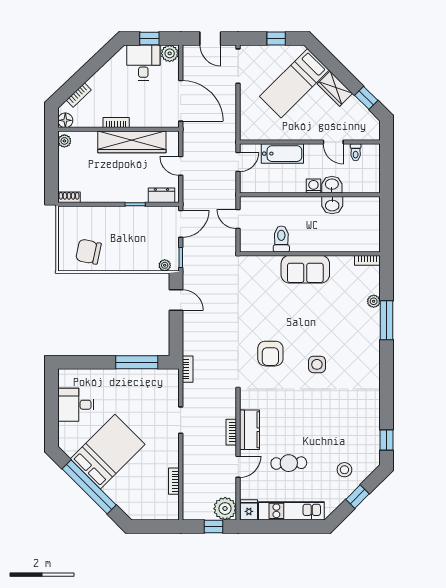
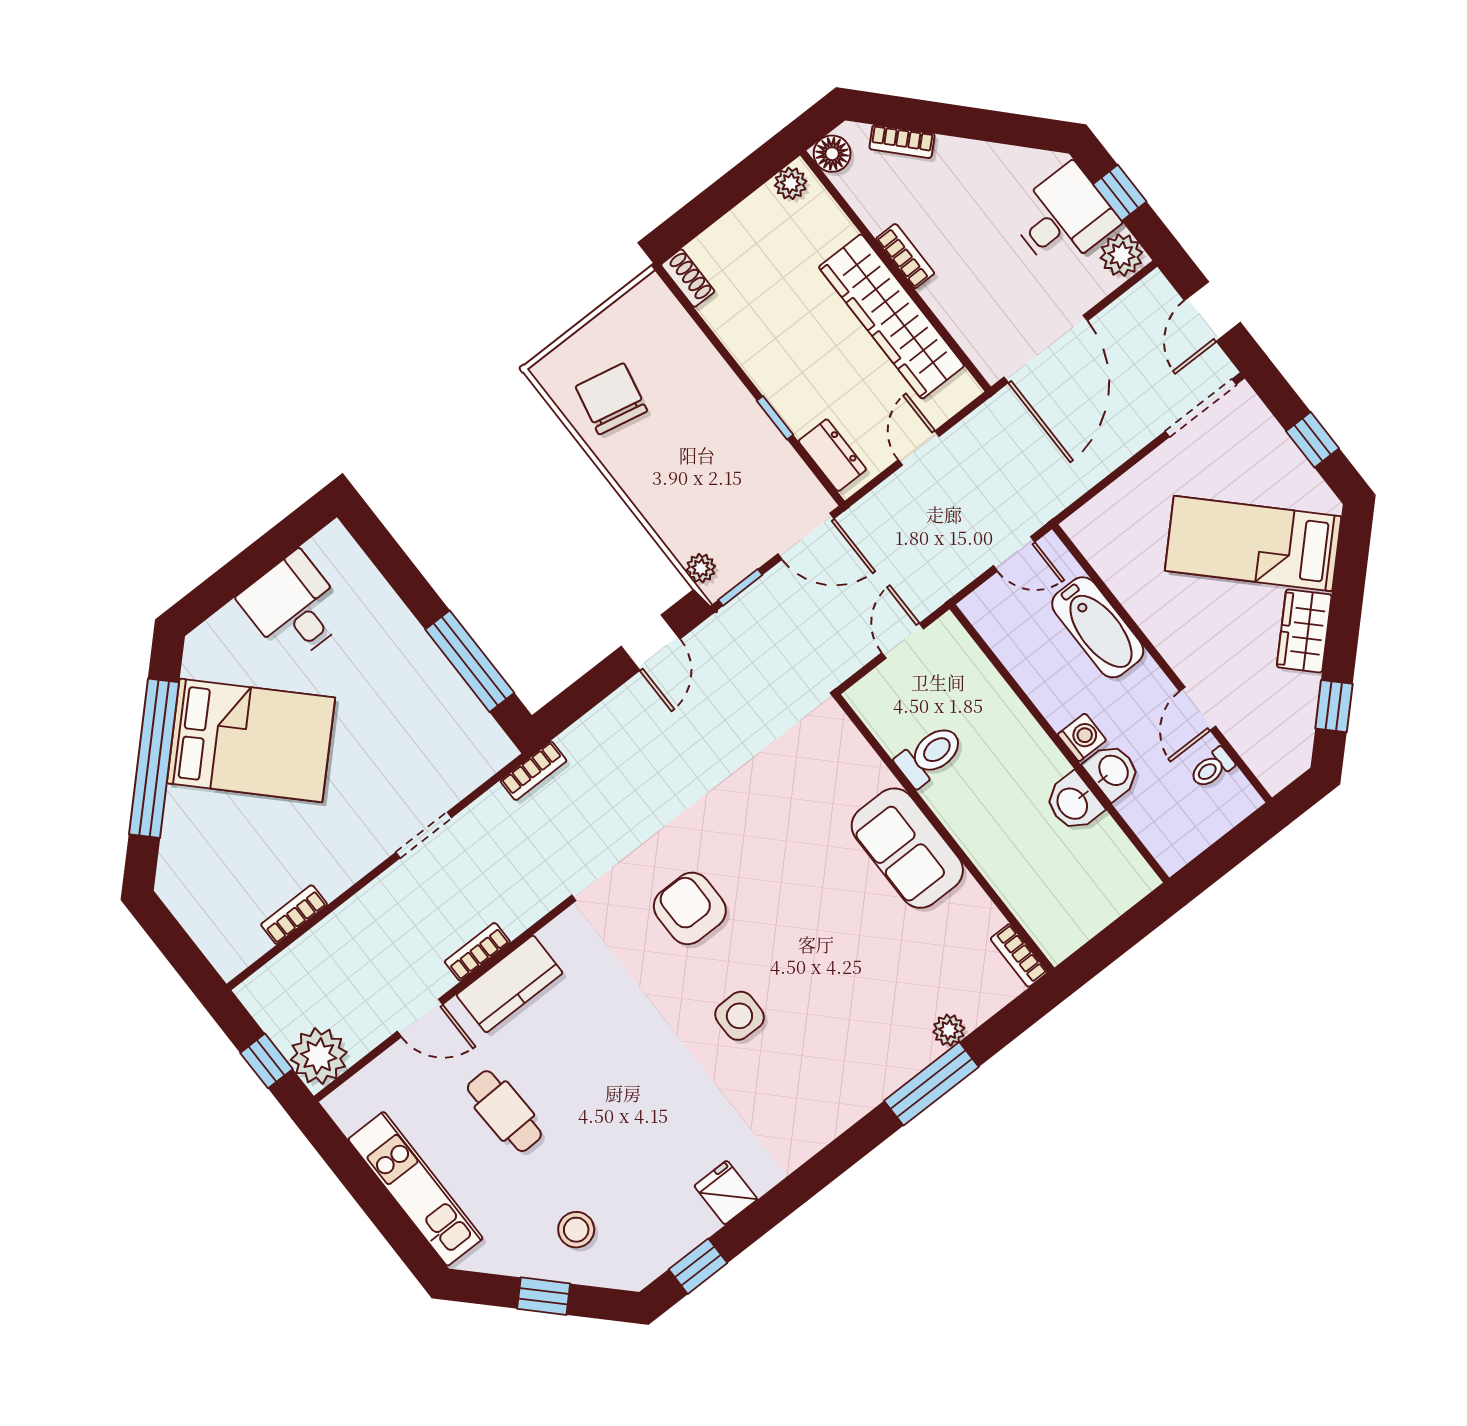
armchair: (270, 354) -> (690, 908), turned 90
fridge: (249, 510) -> (726, 1193), moved, turned -90

